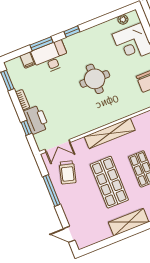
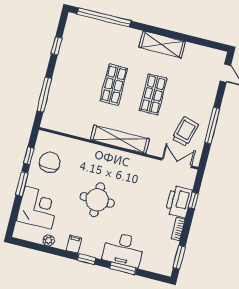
plant: (123, 19) -> (49, 240), moved
filing cabinet: (27, 60) -> (74, 244), moved
shop shelf: (109, 182) -> (153, 94), width x0.70, depth x0.74

